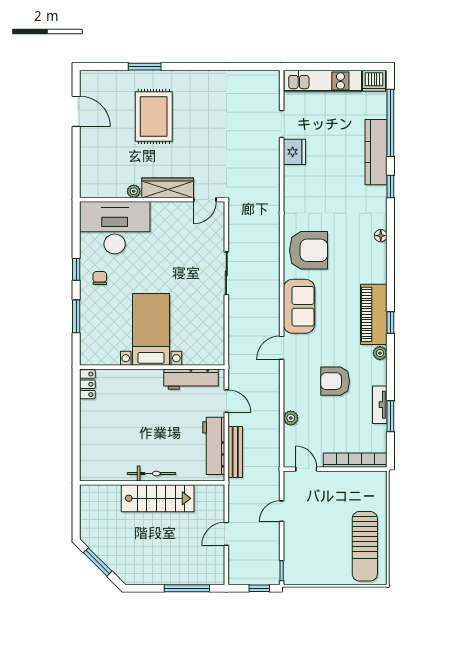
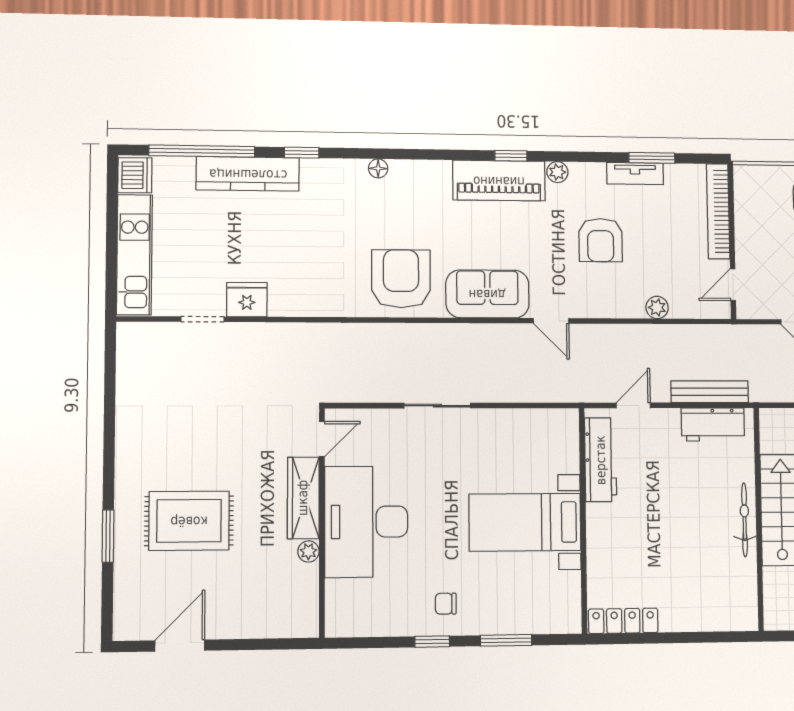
door: (205, 200) -> (322, 439), hinge flipped
desk: (115, 228) -> (366, 522), moved
locker: (87, 384) -> (623, 621), width x1.53
workbench: (214, 446) -> (713, 424), width x0.73

